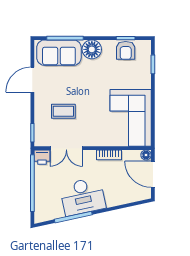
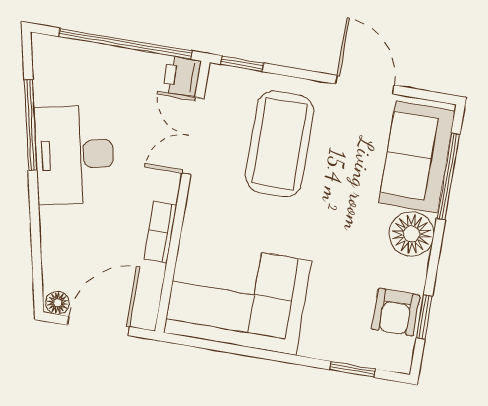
armchair: (126, 50) -> (396, 312), turned -90
coffee table: (63, 111) -> (280, 144), width x1.86, depth x1.72
floor lamp: (146, 155) -> (58, 303), moved

